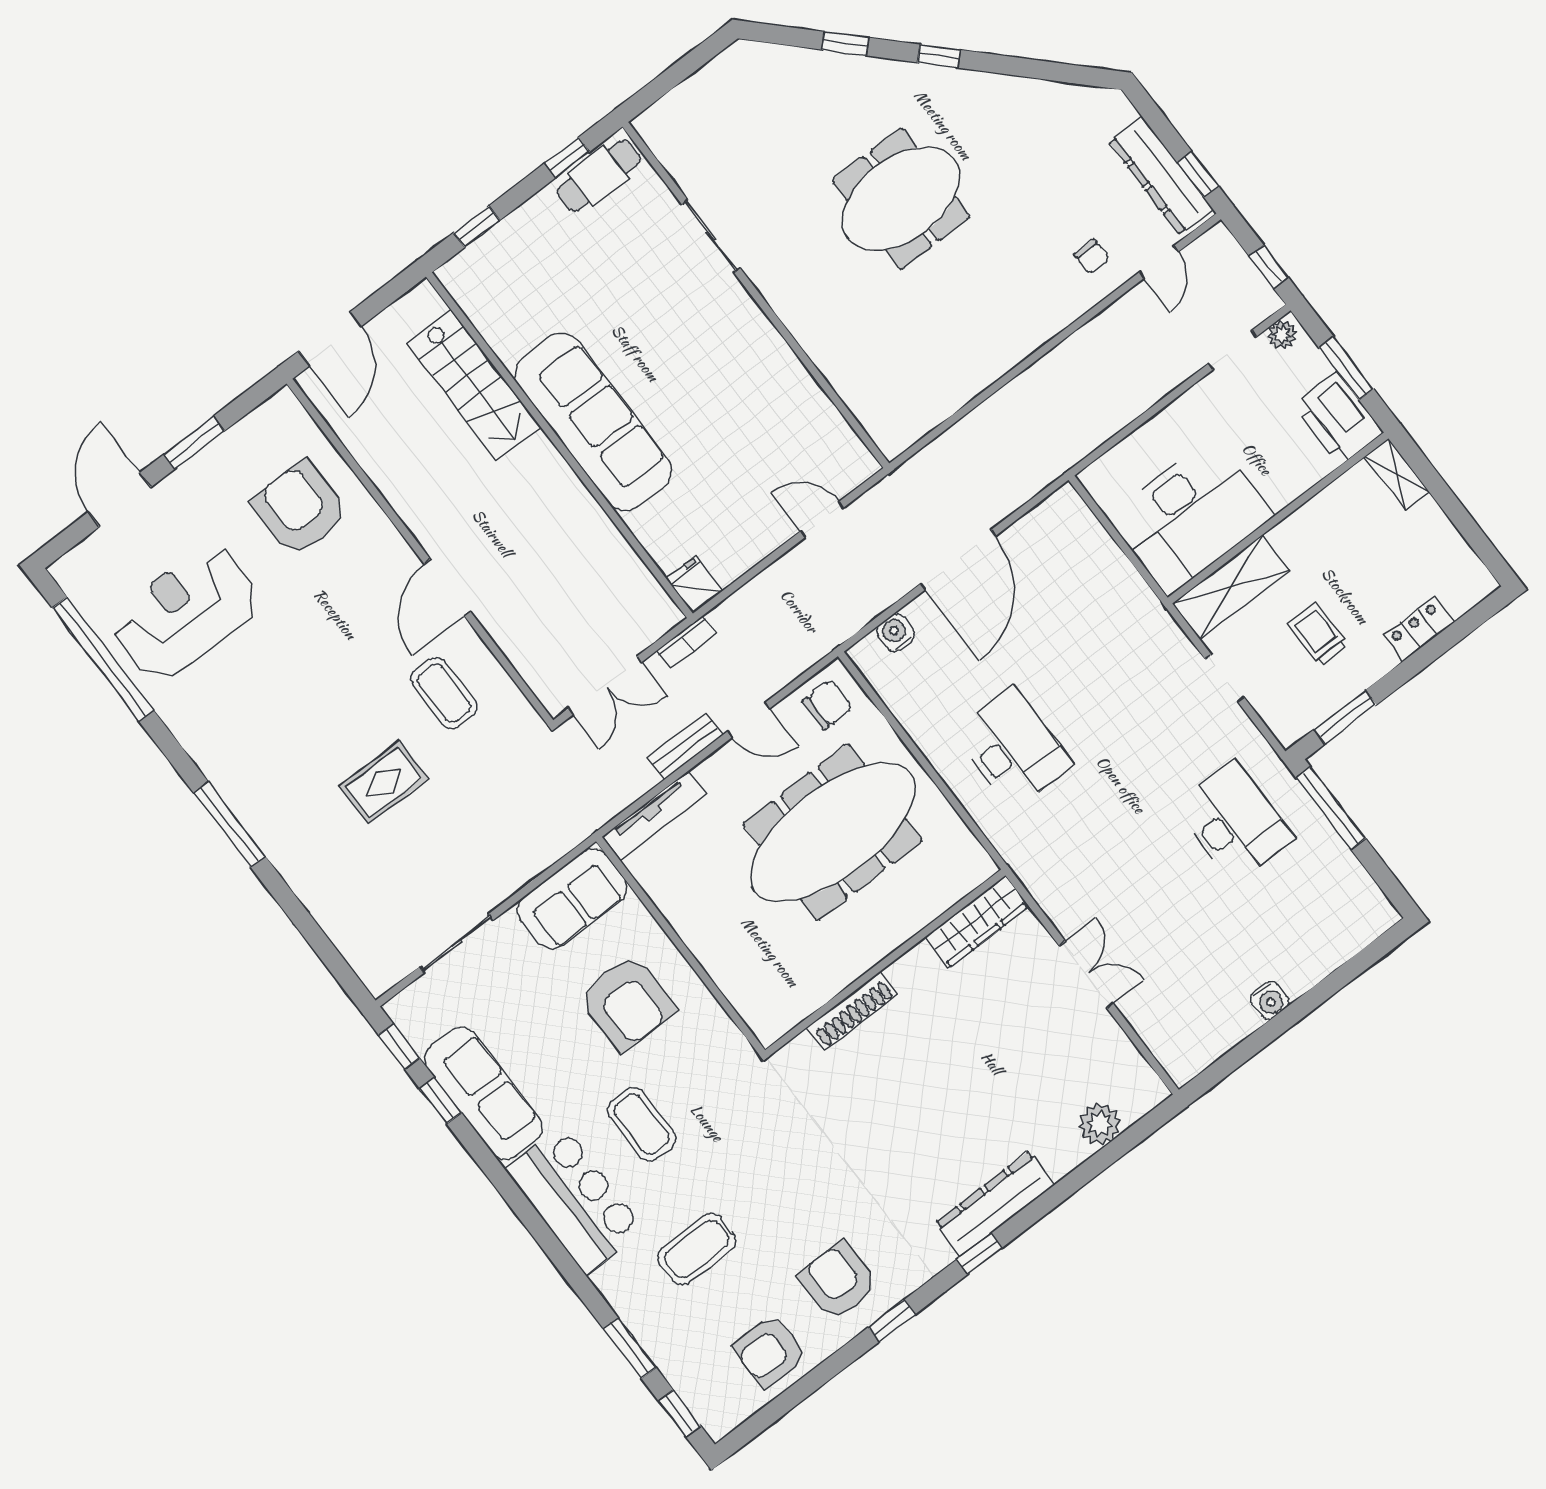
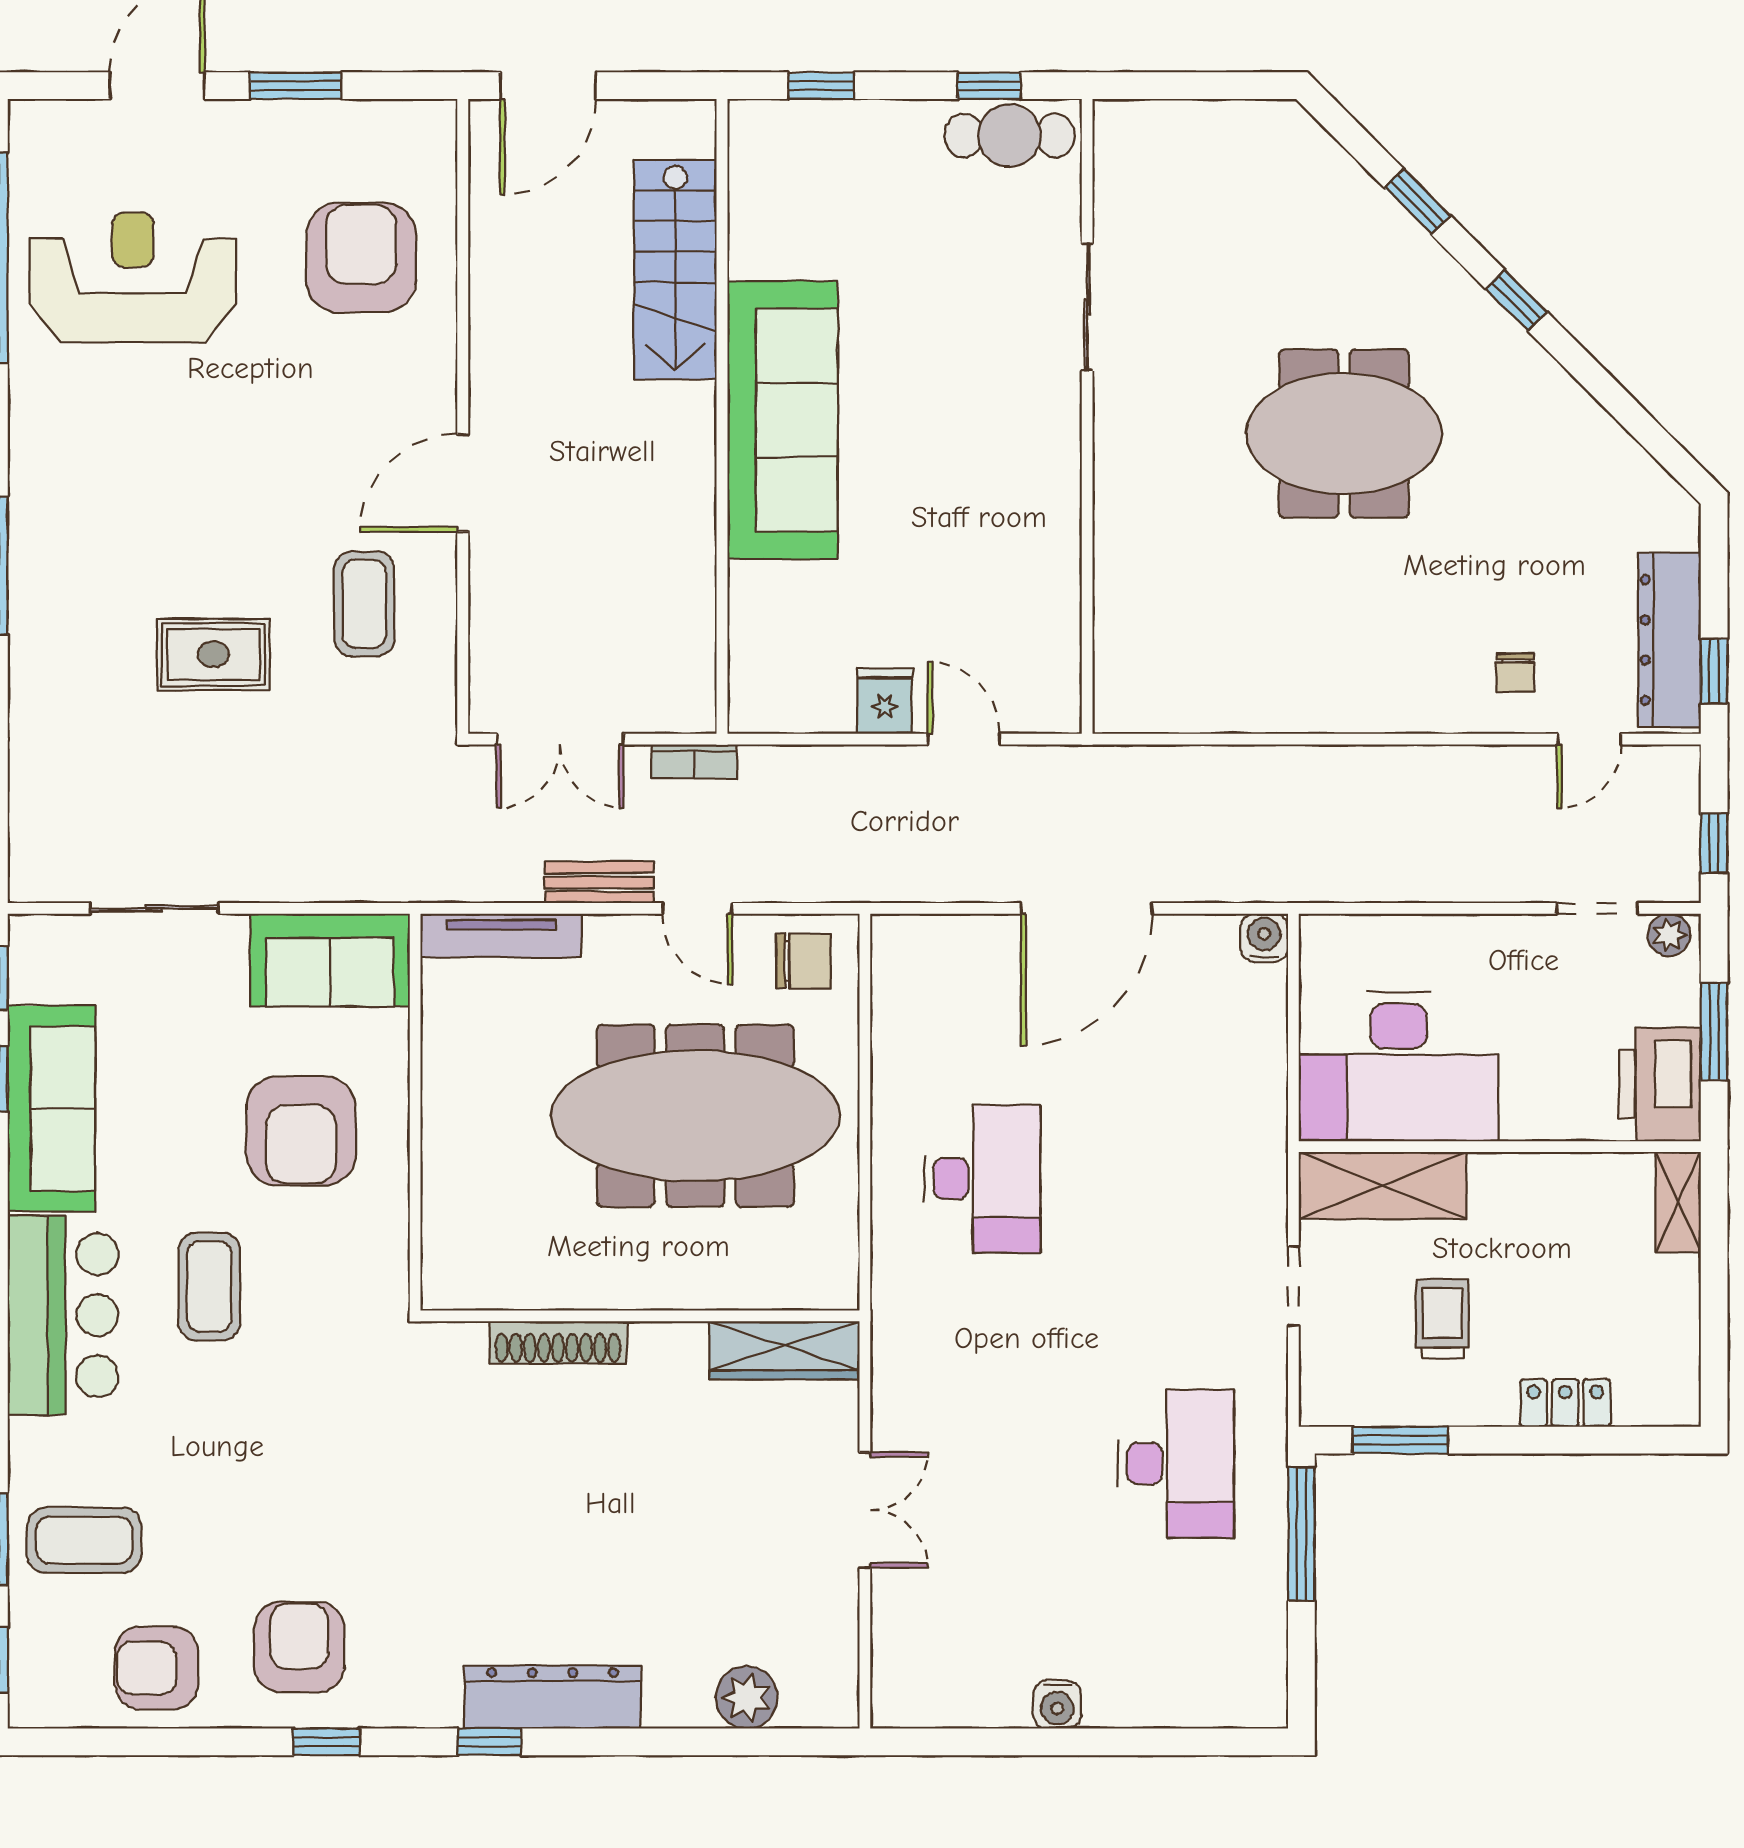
fridge: (694, 585) -> (885, 701), moved
water cooler: (895, 633) -> (1264, 938), moved
coffee table: (697, 1249) -> (84, 1540), moved

